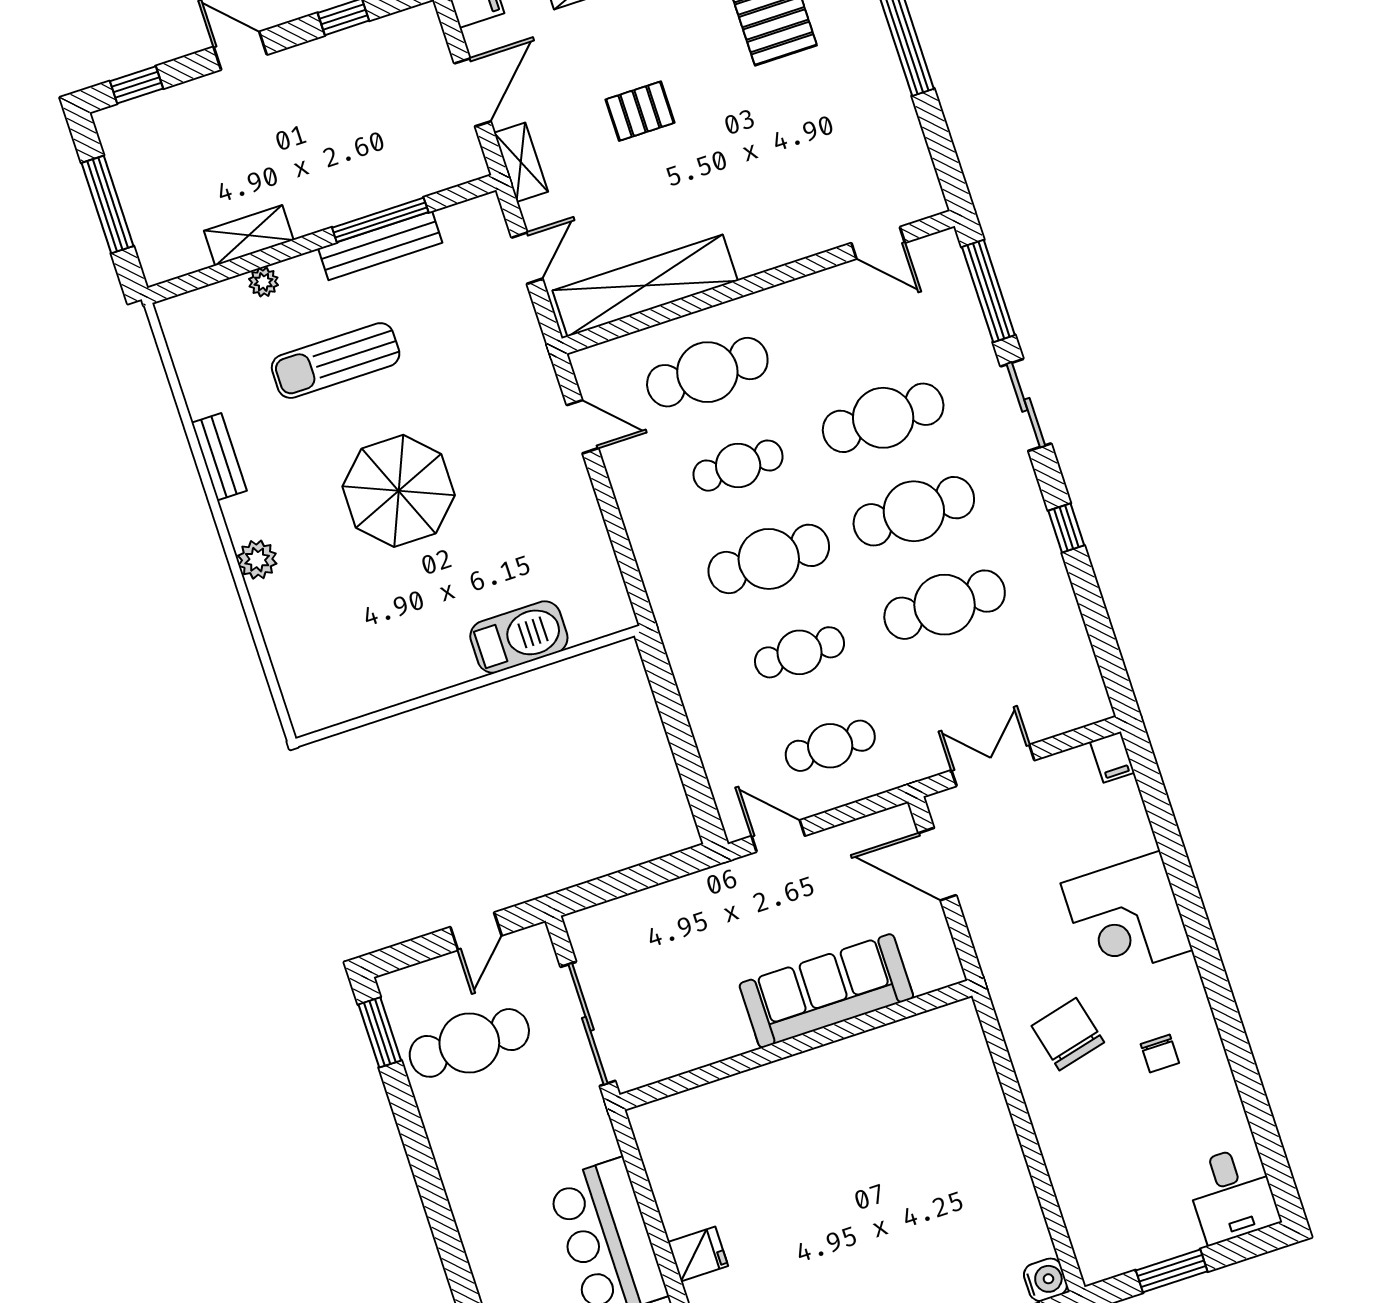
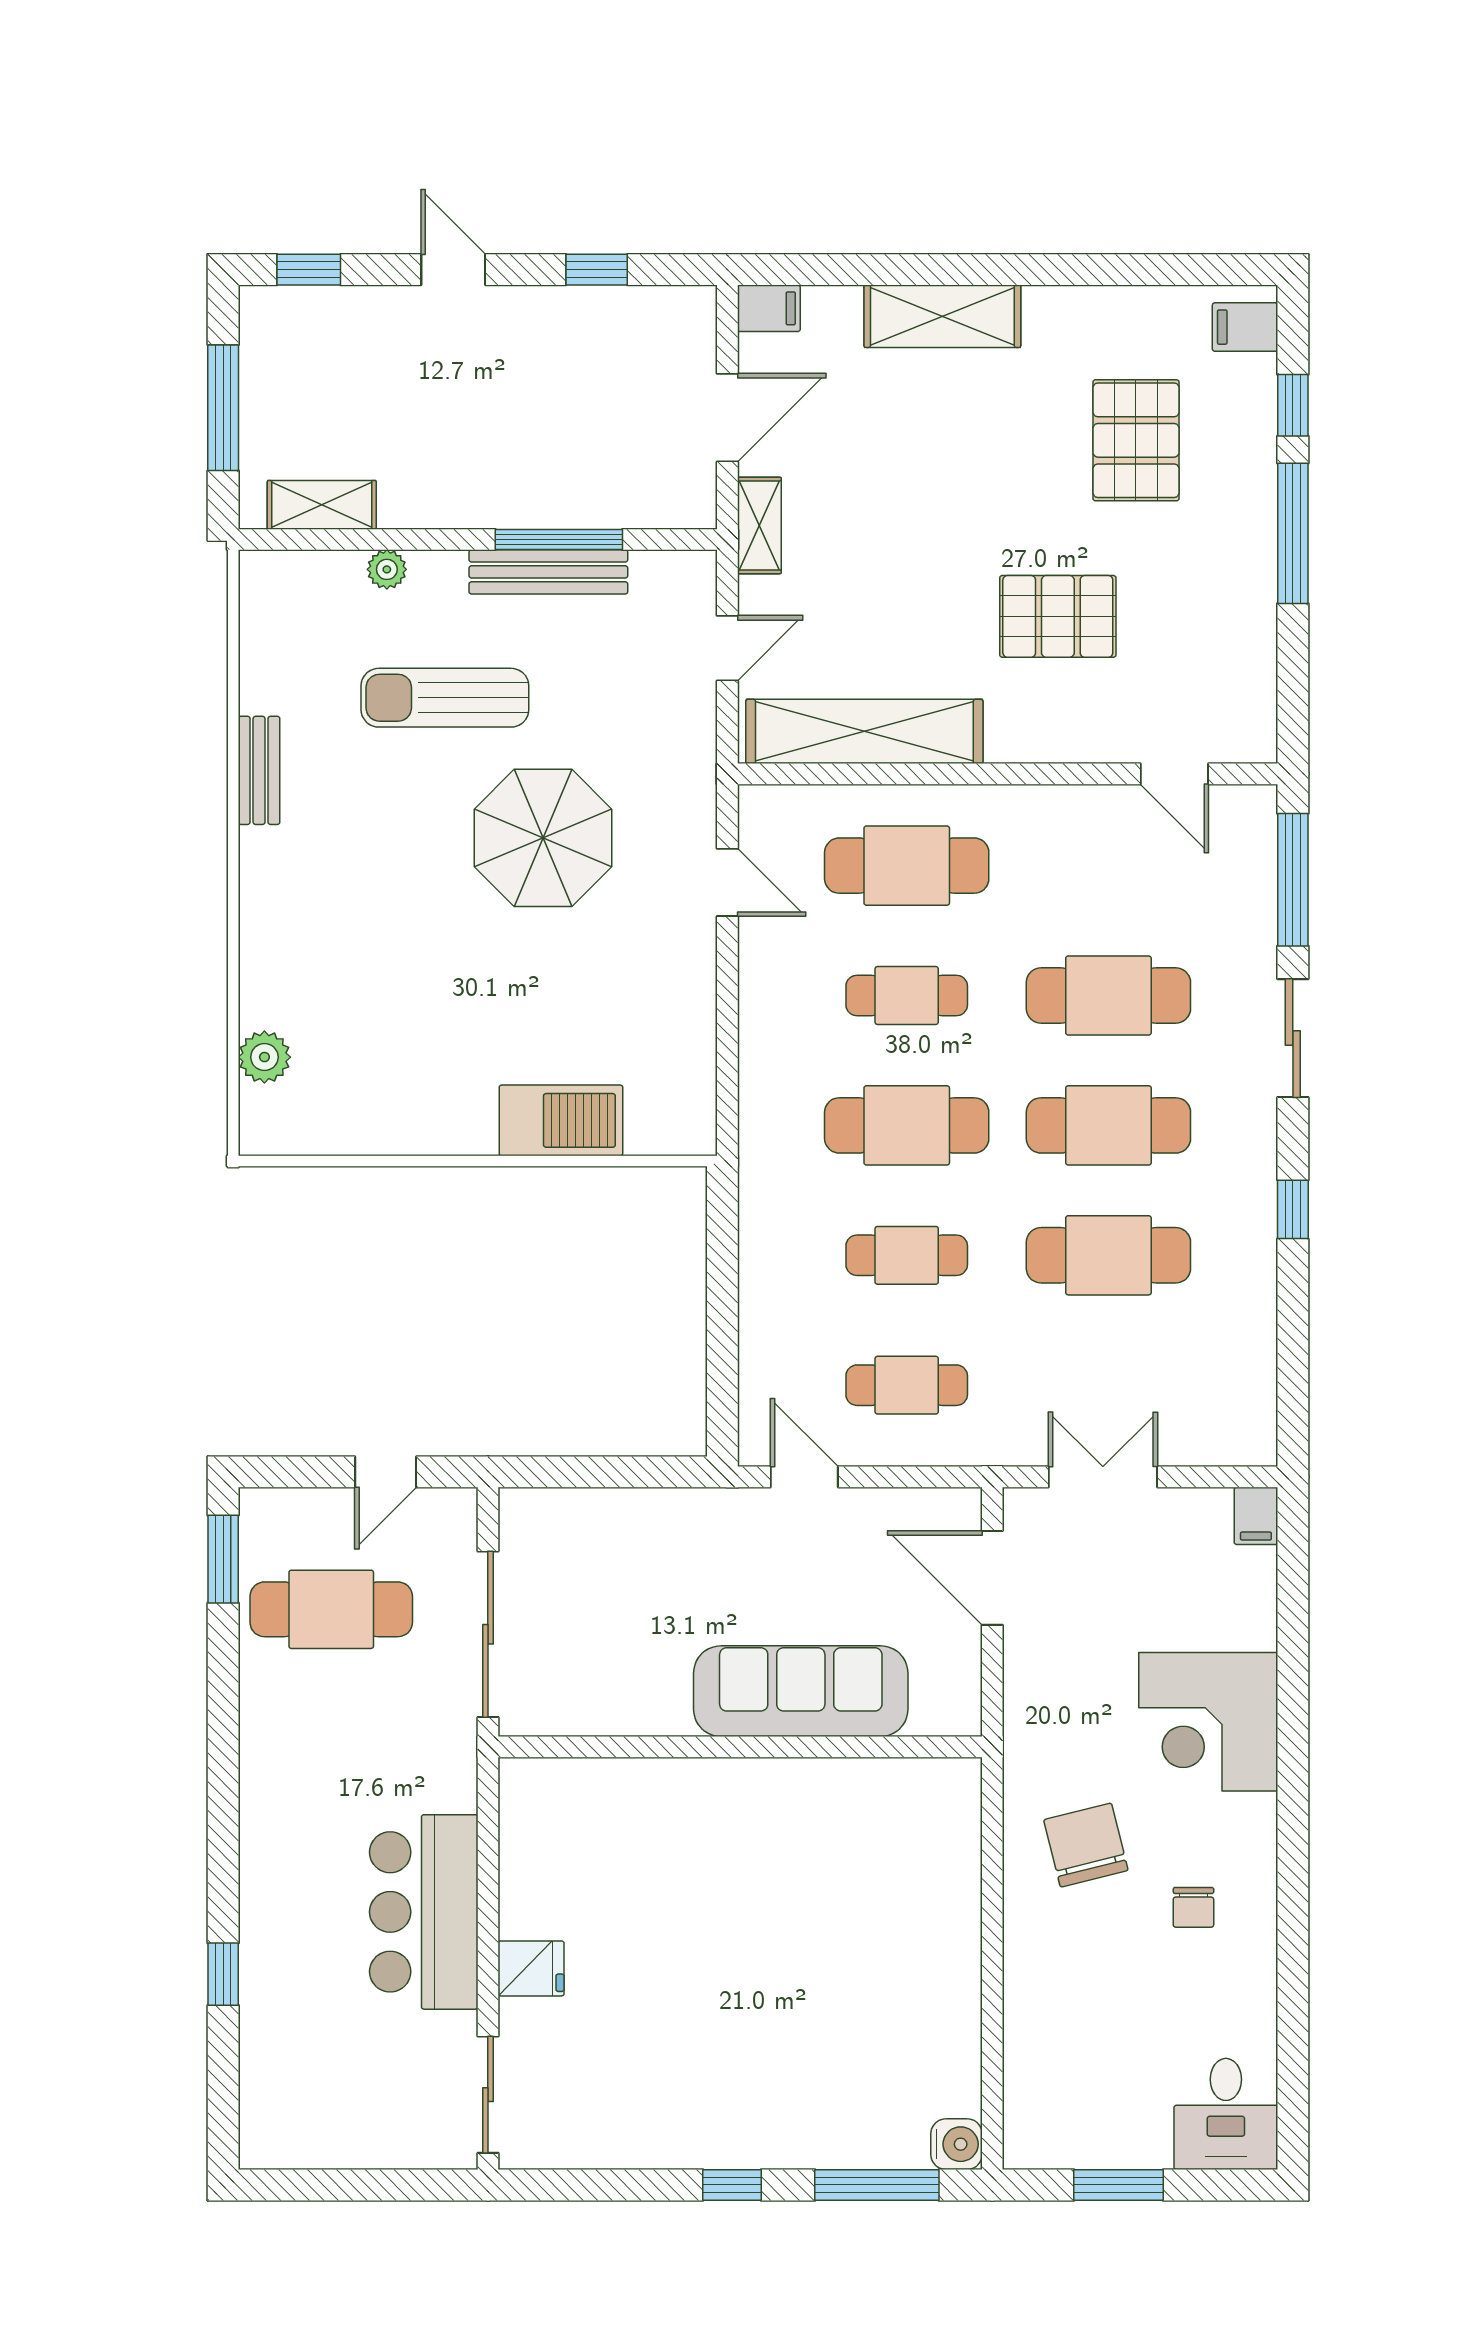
pallet: (640, 111) -> (1058, 616), moved, width x1.50, depth x1.42
shelving: (249, 235) -> (322, 505), moved
parasol: (399, 491) -> (543, 838), moved
plant: (257, 560) -> (264, 1057), moved

